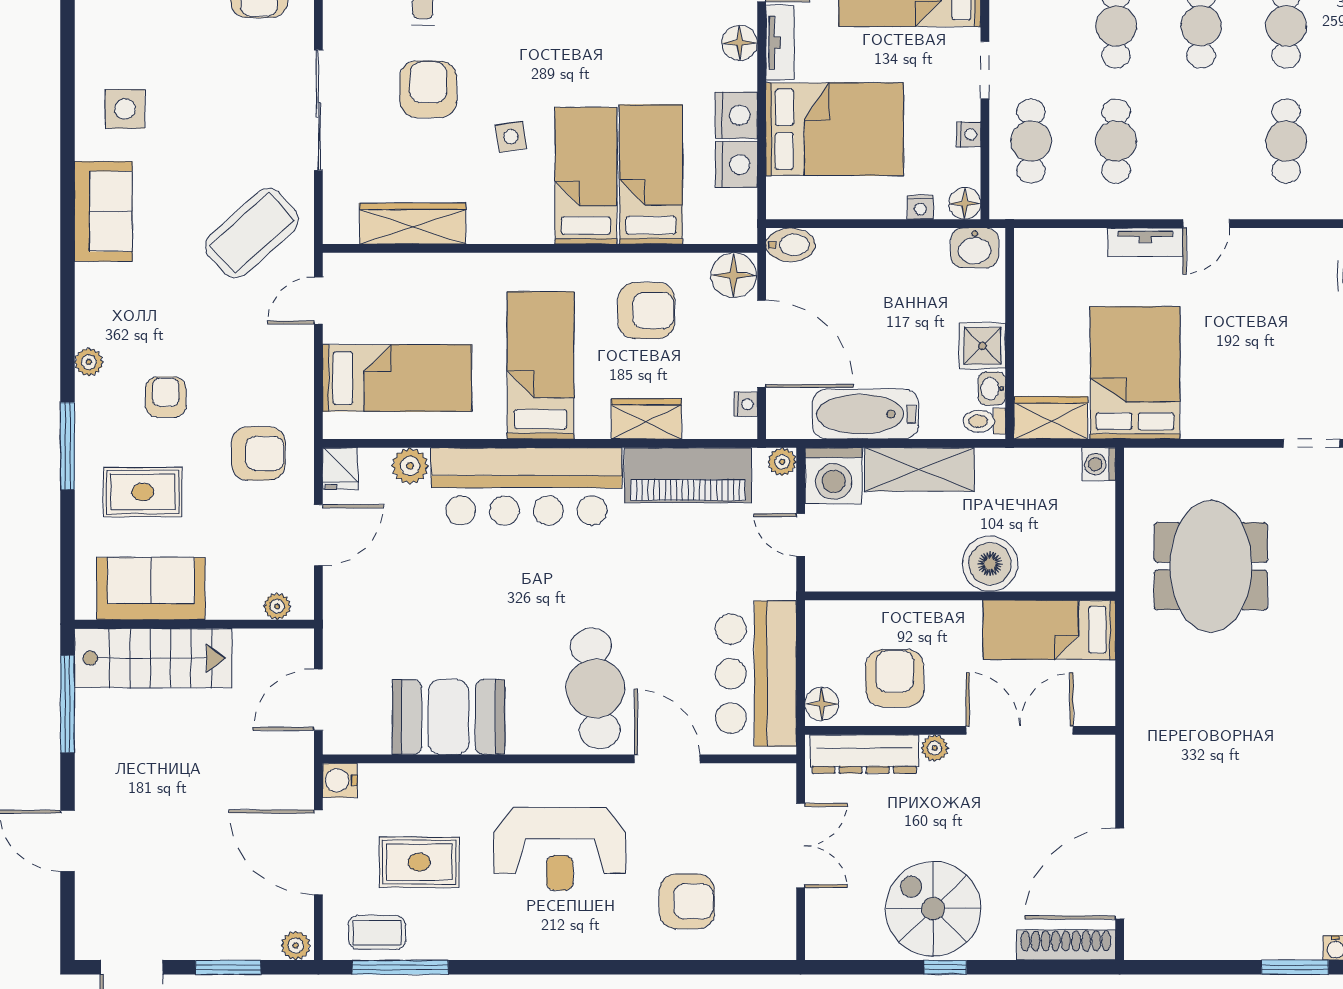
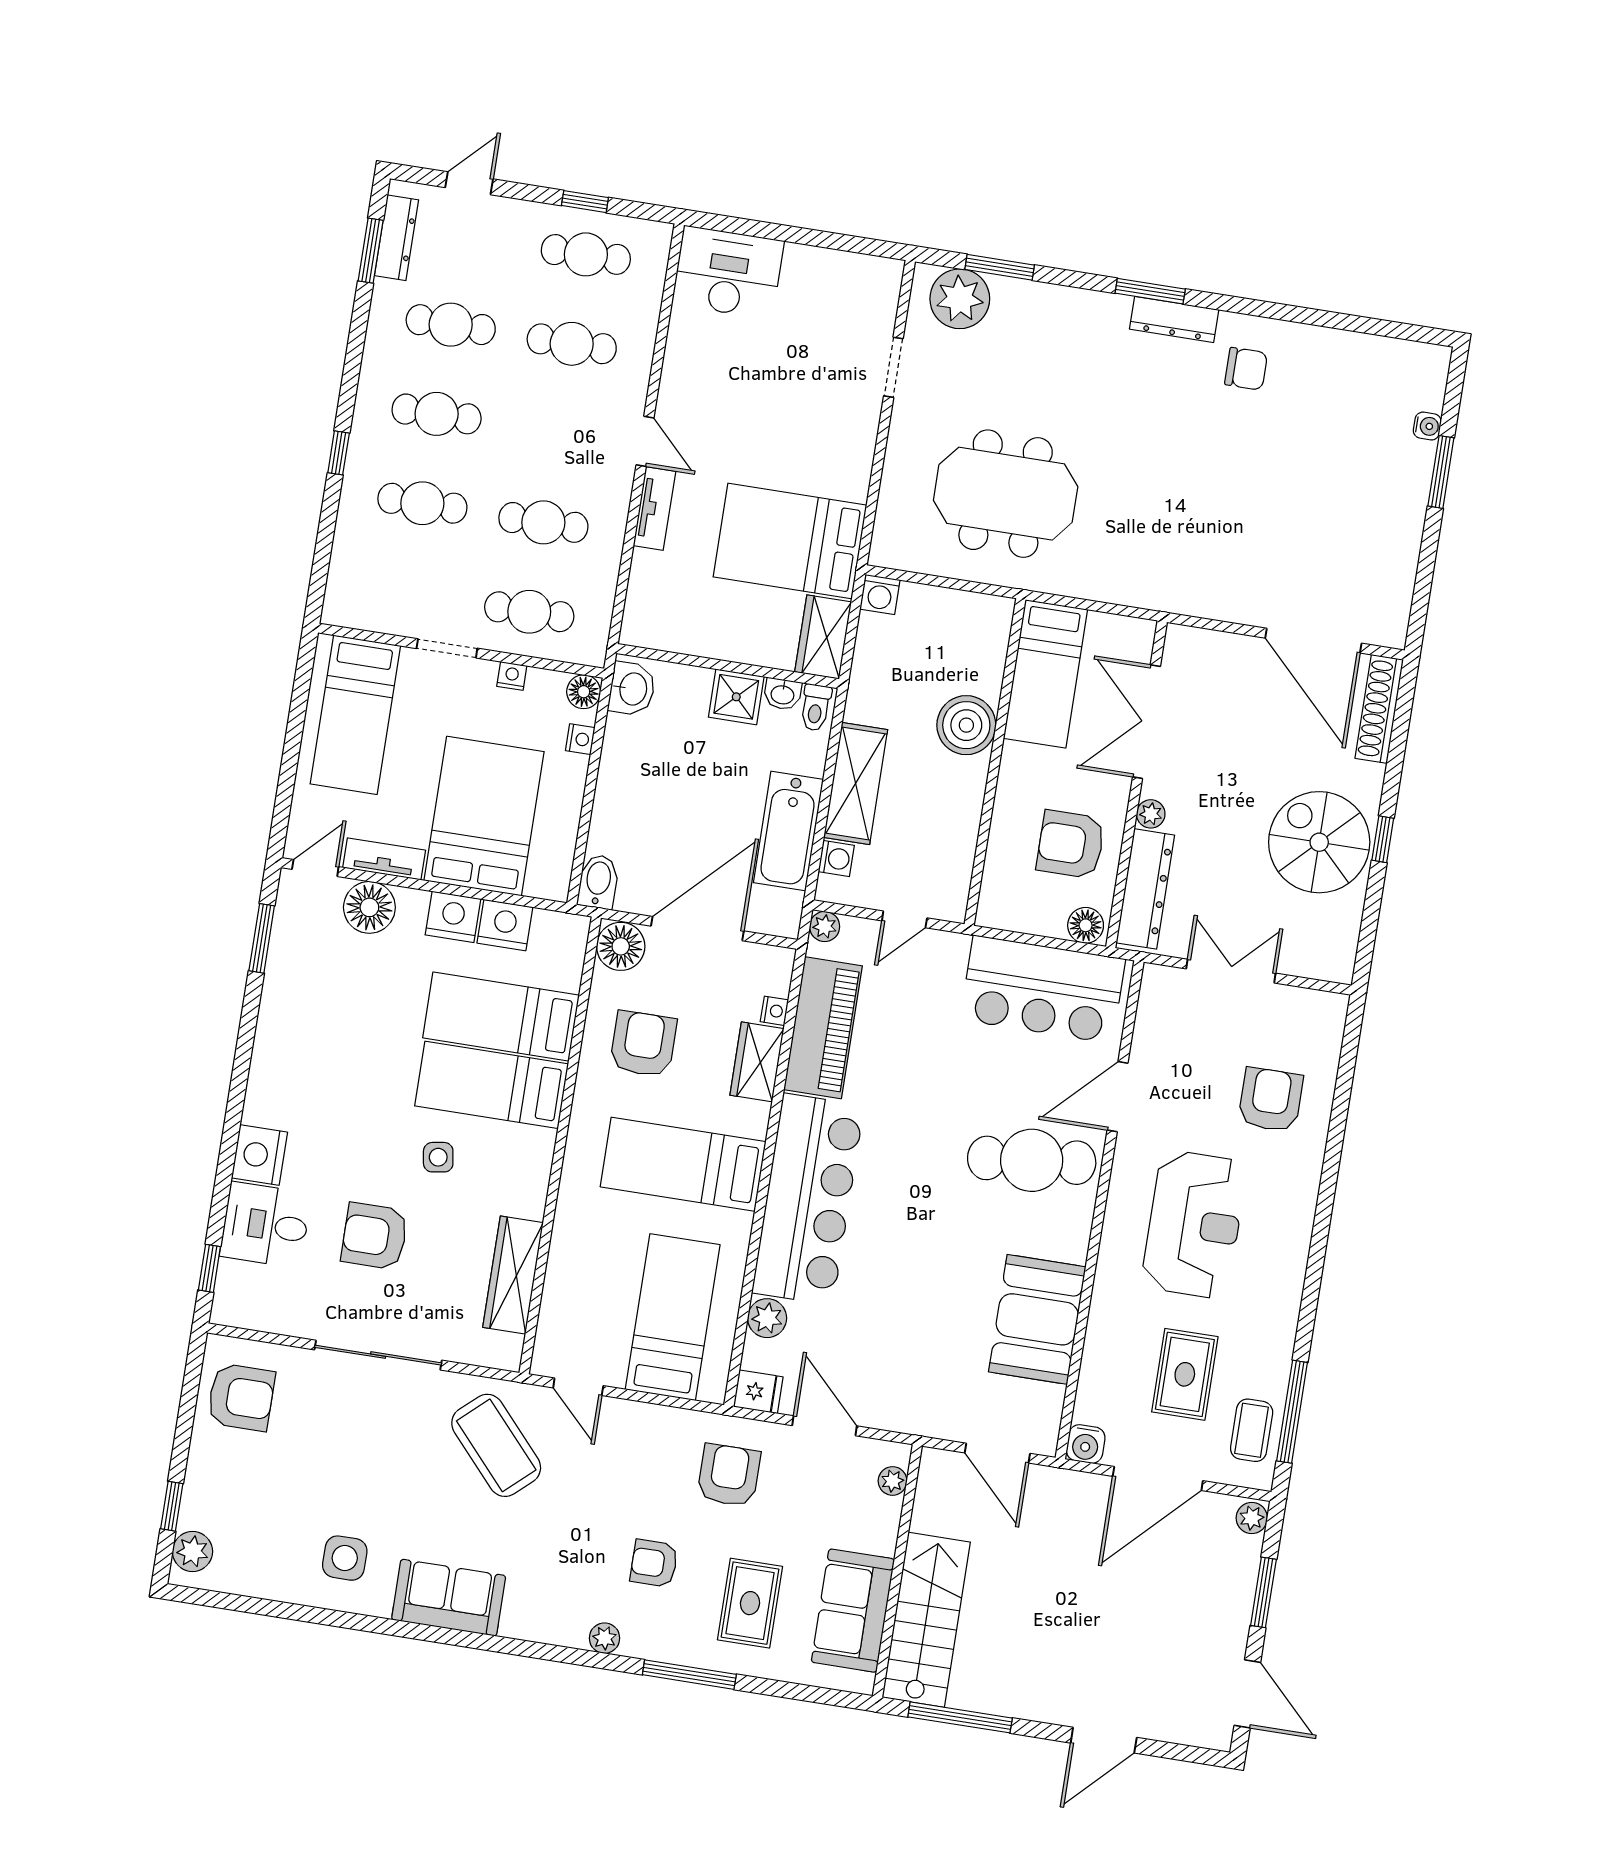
floor lamp: (740, 43) -> (369, 907), width x1.38, depth x1.38
nightstand: (746, 404) -> (774, 1011), moved, turned 90
washing machine: (834, 476) -> (836, 859), width x0.53, depth x0.53
spiral stairs: (933, 909) -> (1319, 842), turned 90

